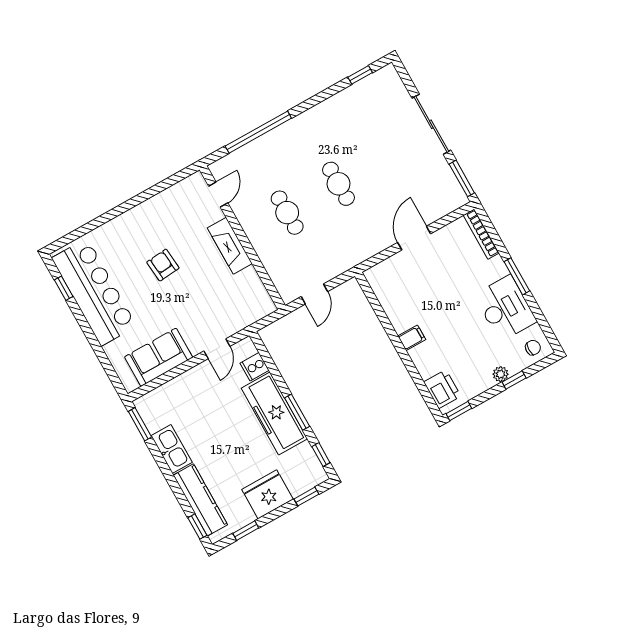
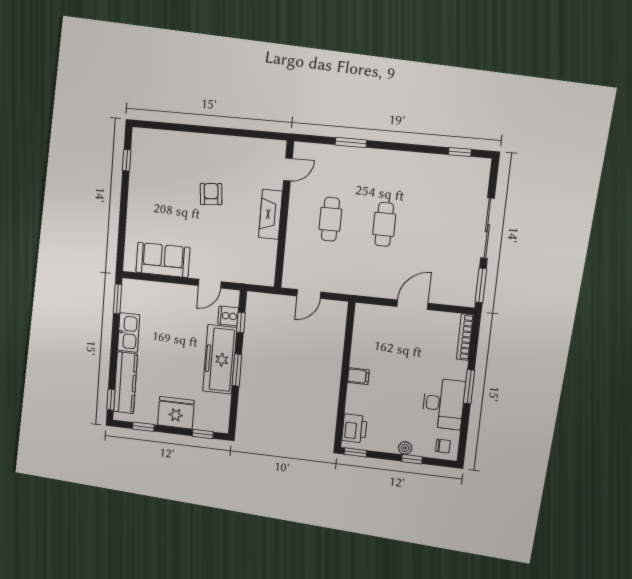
window: (258, 132) -> (351, 142), width x0.47
bar counter: (94, 292) -> (147, 179), removed
window: (321, 455) -> (241, 323), moved

